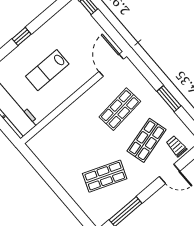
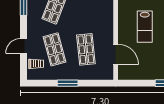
door: (111, 65) -> (116, 54), moved
lab bench: (47, 70) -> (145, 27), turned 180

